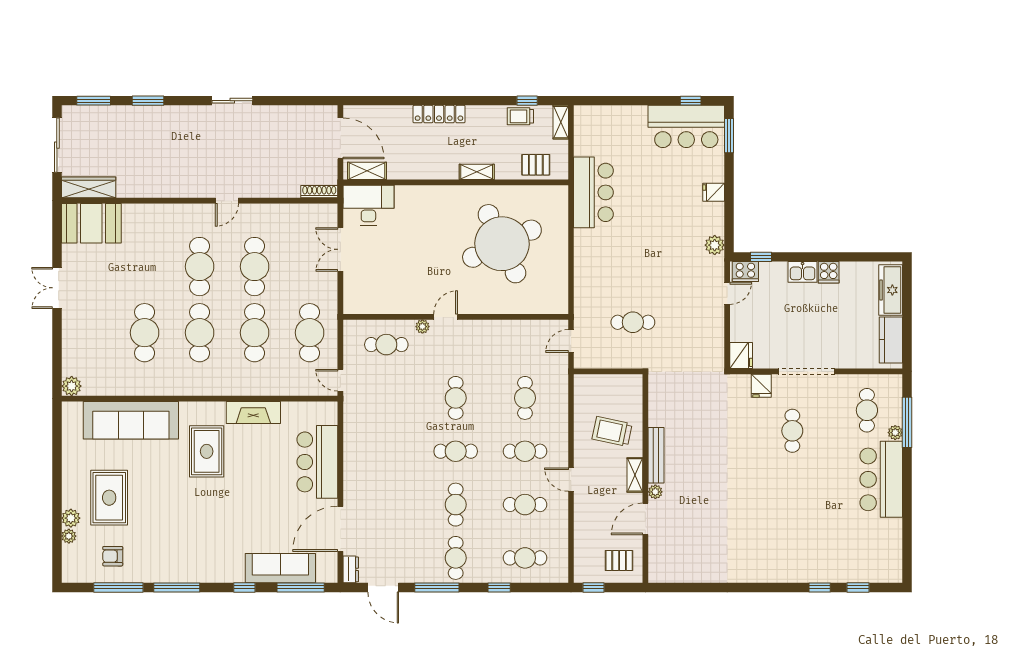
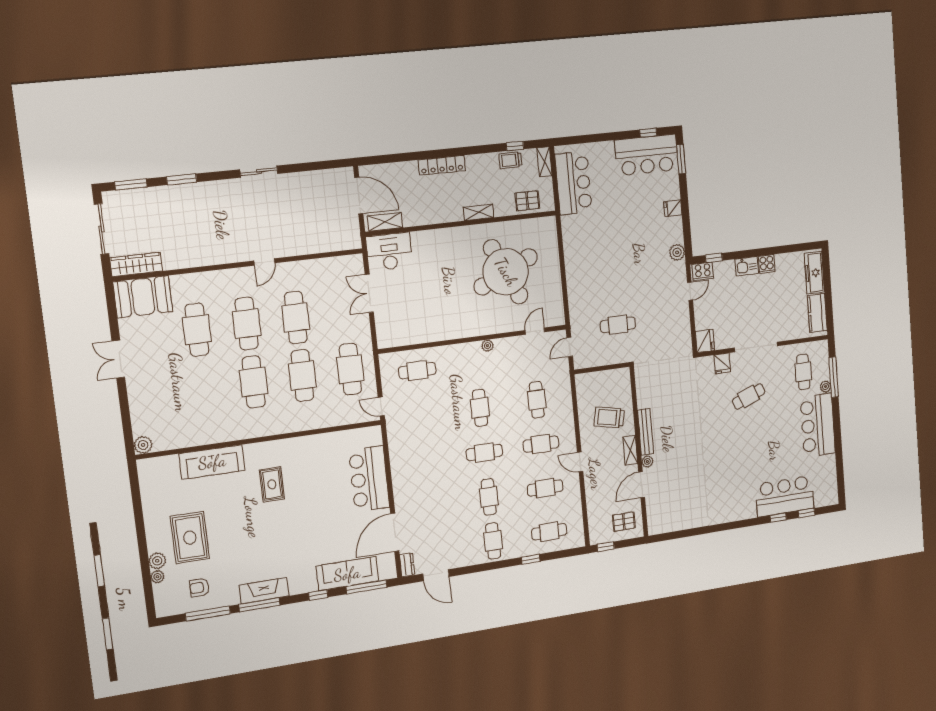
shoe rack: (319, 192) -> (345, 245), removed
bar counter: (593, 192) -> (573, 183), moved
door: (446, 317) -> (535, 331), moved
plant: (422, 327) -> (487, 346), moved
cafe table: (145, 333) -> (197, 330), moved
fireplace: (253, 412) -> (264, 591), moved, turned 180
sofa: (131, 420) -> (212, 462), width x0.74, depth x0.79
cafe table: (792, 431) -> (749, 396), turned 68
rug: (207, 451) -> (272, 484), width x0.73, depth x0.70
bar counter: (830, 562) -> (785, 496), added
window: (437, 587) -> (480, 568), removed

